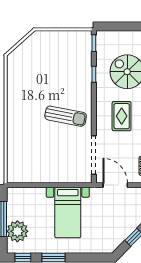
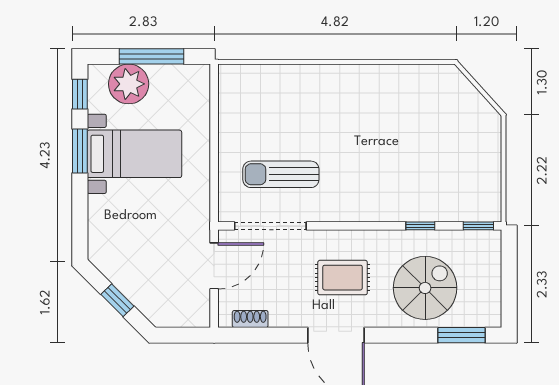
sun lounger: (66, 116) -> (281, 174), moved, turned 79
bed with nightstands: (68, 213) -> (134, 154), moved, turned 180

